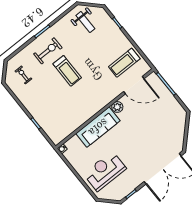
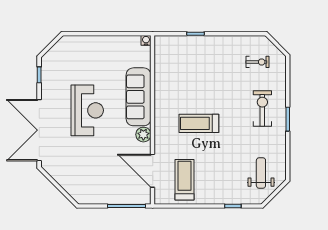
weight bench: (85, 22) -> (261, 173), turned 90
exercise bike: (48, 51) -> (262, 109), turned 180
treadmill: (67, 71) -> (199, 123), moved
door: (134, 85) -> (153, 171), hinge flipped
reception desk: (105, 171) -> (87, 110), moved

